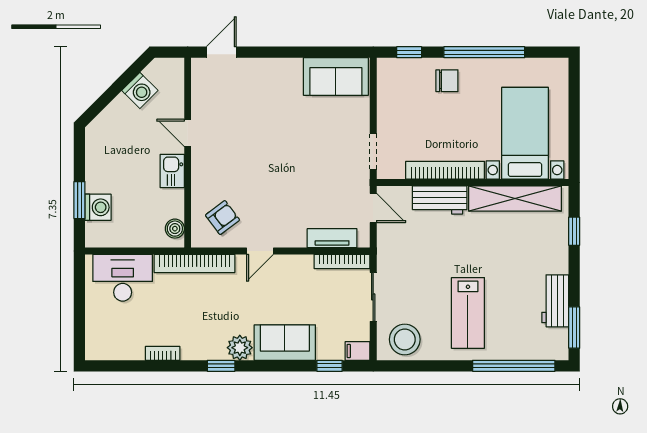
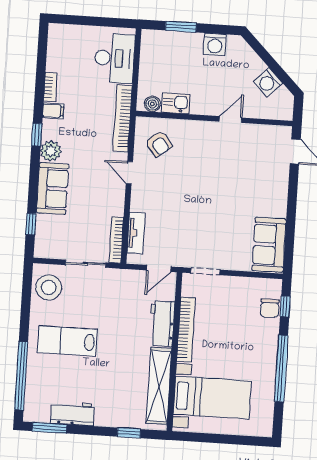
chair: (447, 81) -> (270, 308), moved
kitchen sink: (172, 171) -> (175, 103), moved
washing machine: (98, 207) -> (215, 44), moved
filing cabinet: (357, 351) -> (53, 111), moved, turned 90

